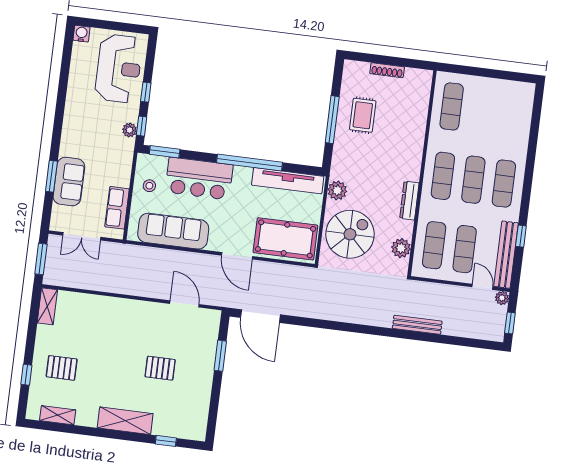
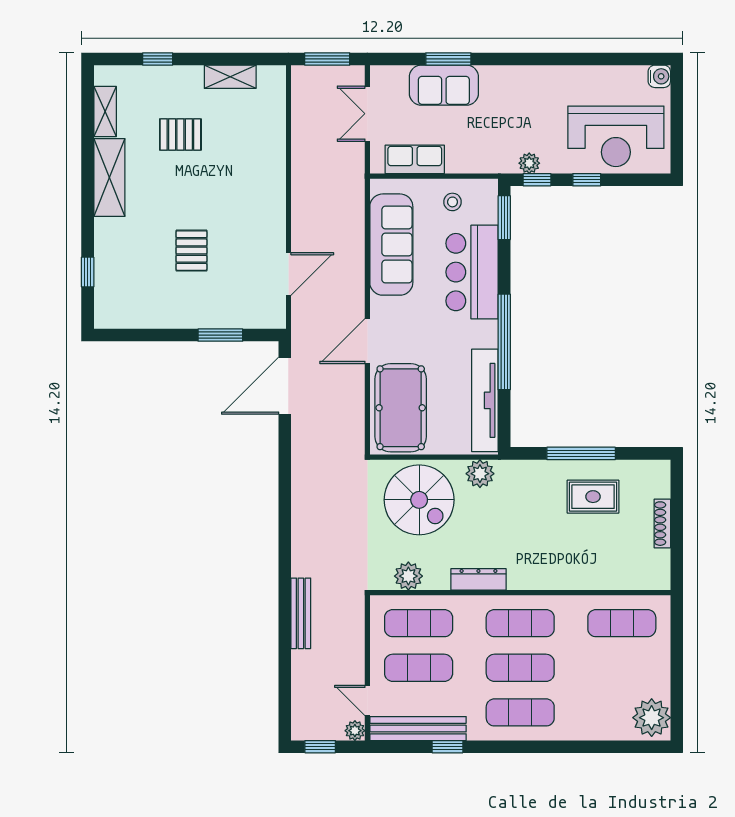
plant: (519, 94) -> (652, 718), added
door: (482, 287) -> (367, 700), swing flipped
shelving: (47, 306) -> (230, 77), moved
pallet: (62, 368) -> (180, 135), moved, turned 90
shelving: (125, 421) -> (109, 177), moved

